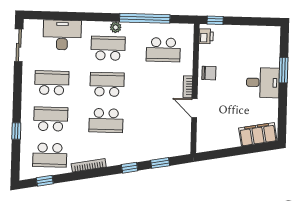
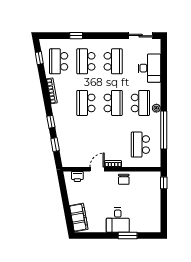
printer: (206, 36) -> (77, 176), moved
school desk: (51, 119) -> (86, 61), turned 180

